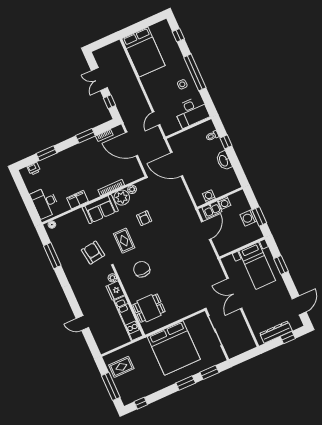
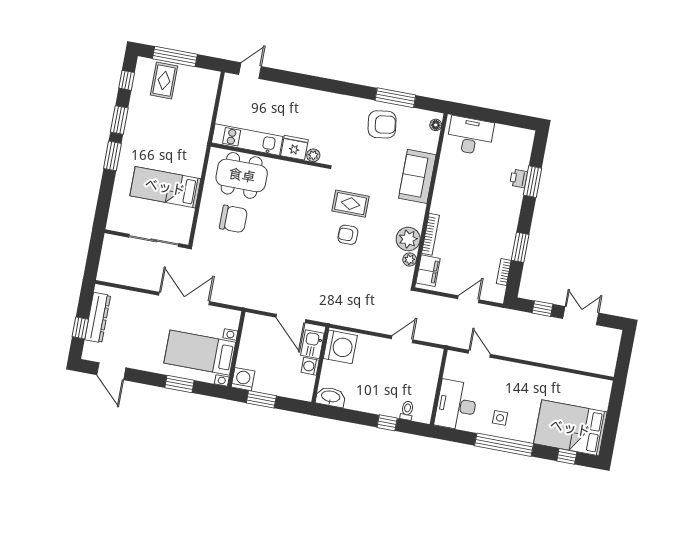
bed: (143, 52) -> (570, 428), moved
door: (132, 144) -> (468, 299), width x0.53
washbasin: (224, 161) -> (331, 397), moved
door: (177, 164) -> (402, 339), width x0.53
printer: (34, 169) -> (519, 178), moved
washing machine: (209, 196) -> (340, 347), width x1.89, depth x1.89
filing cabinet: (78, 200) -> (428, 271), moved
sofa: (100, 209) -> (417, 176), moved
armchair: (144, 218) -> (348, 235), moved
washing machine: (248, 218) -> (243, 379), moved
armchair: (93, 253) -> (382, 124), moved
chair: (142, 269) -> (233, 219), moved
dining table: (149, 308) -> (242, 175), width x1.37
door: (82, 323) -> (250, 71), moved
bed: (174, 348) -> (165, 187), width x0.49
rug: (121, 367) -> (164, 81), moved
window: (209, 372) -> (119, 120), moved

